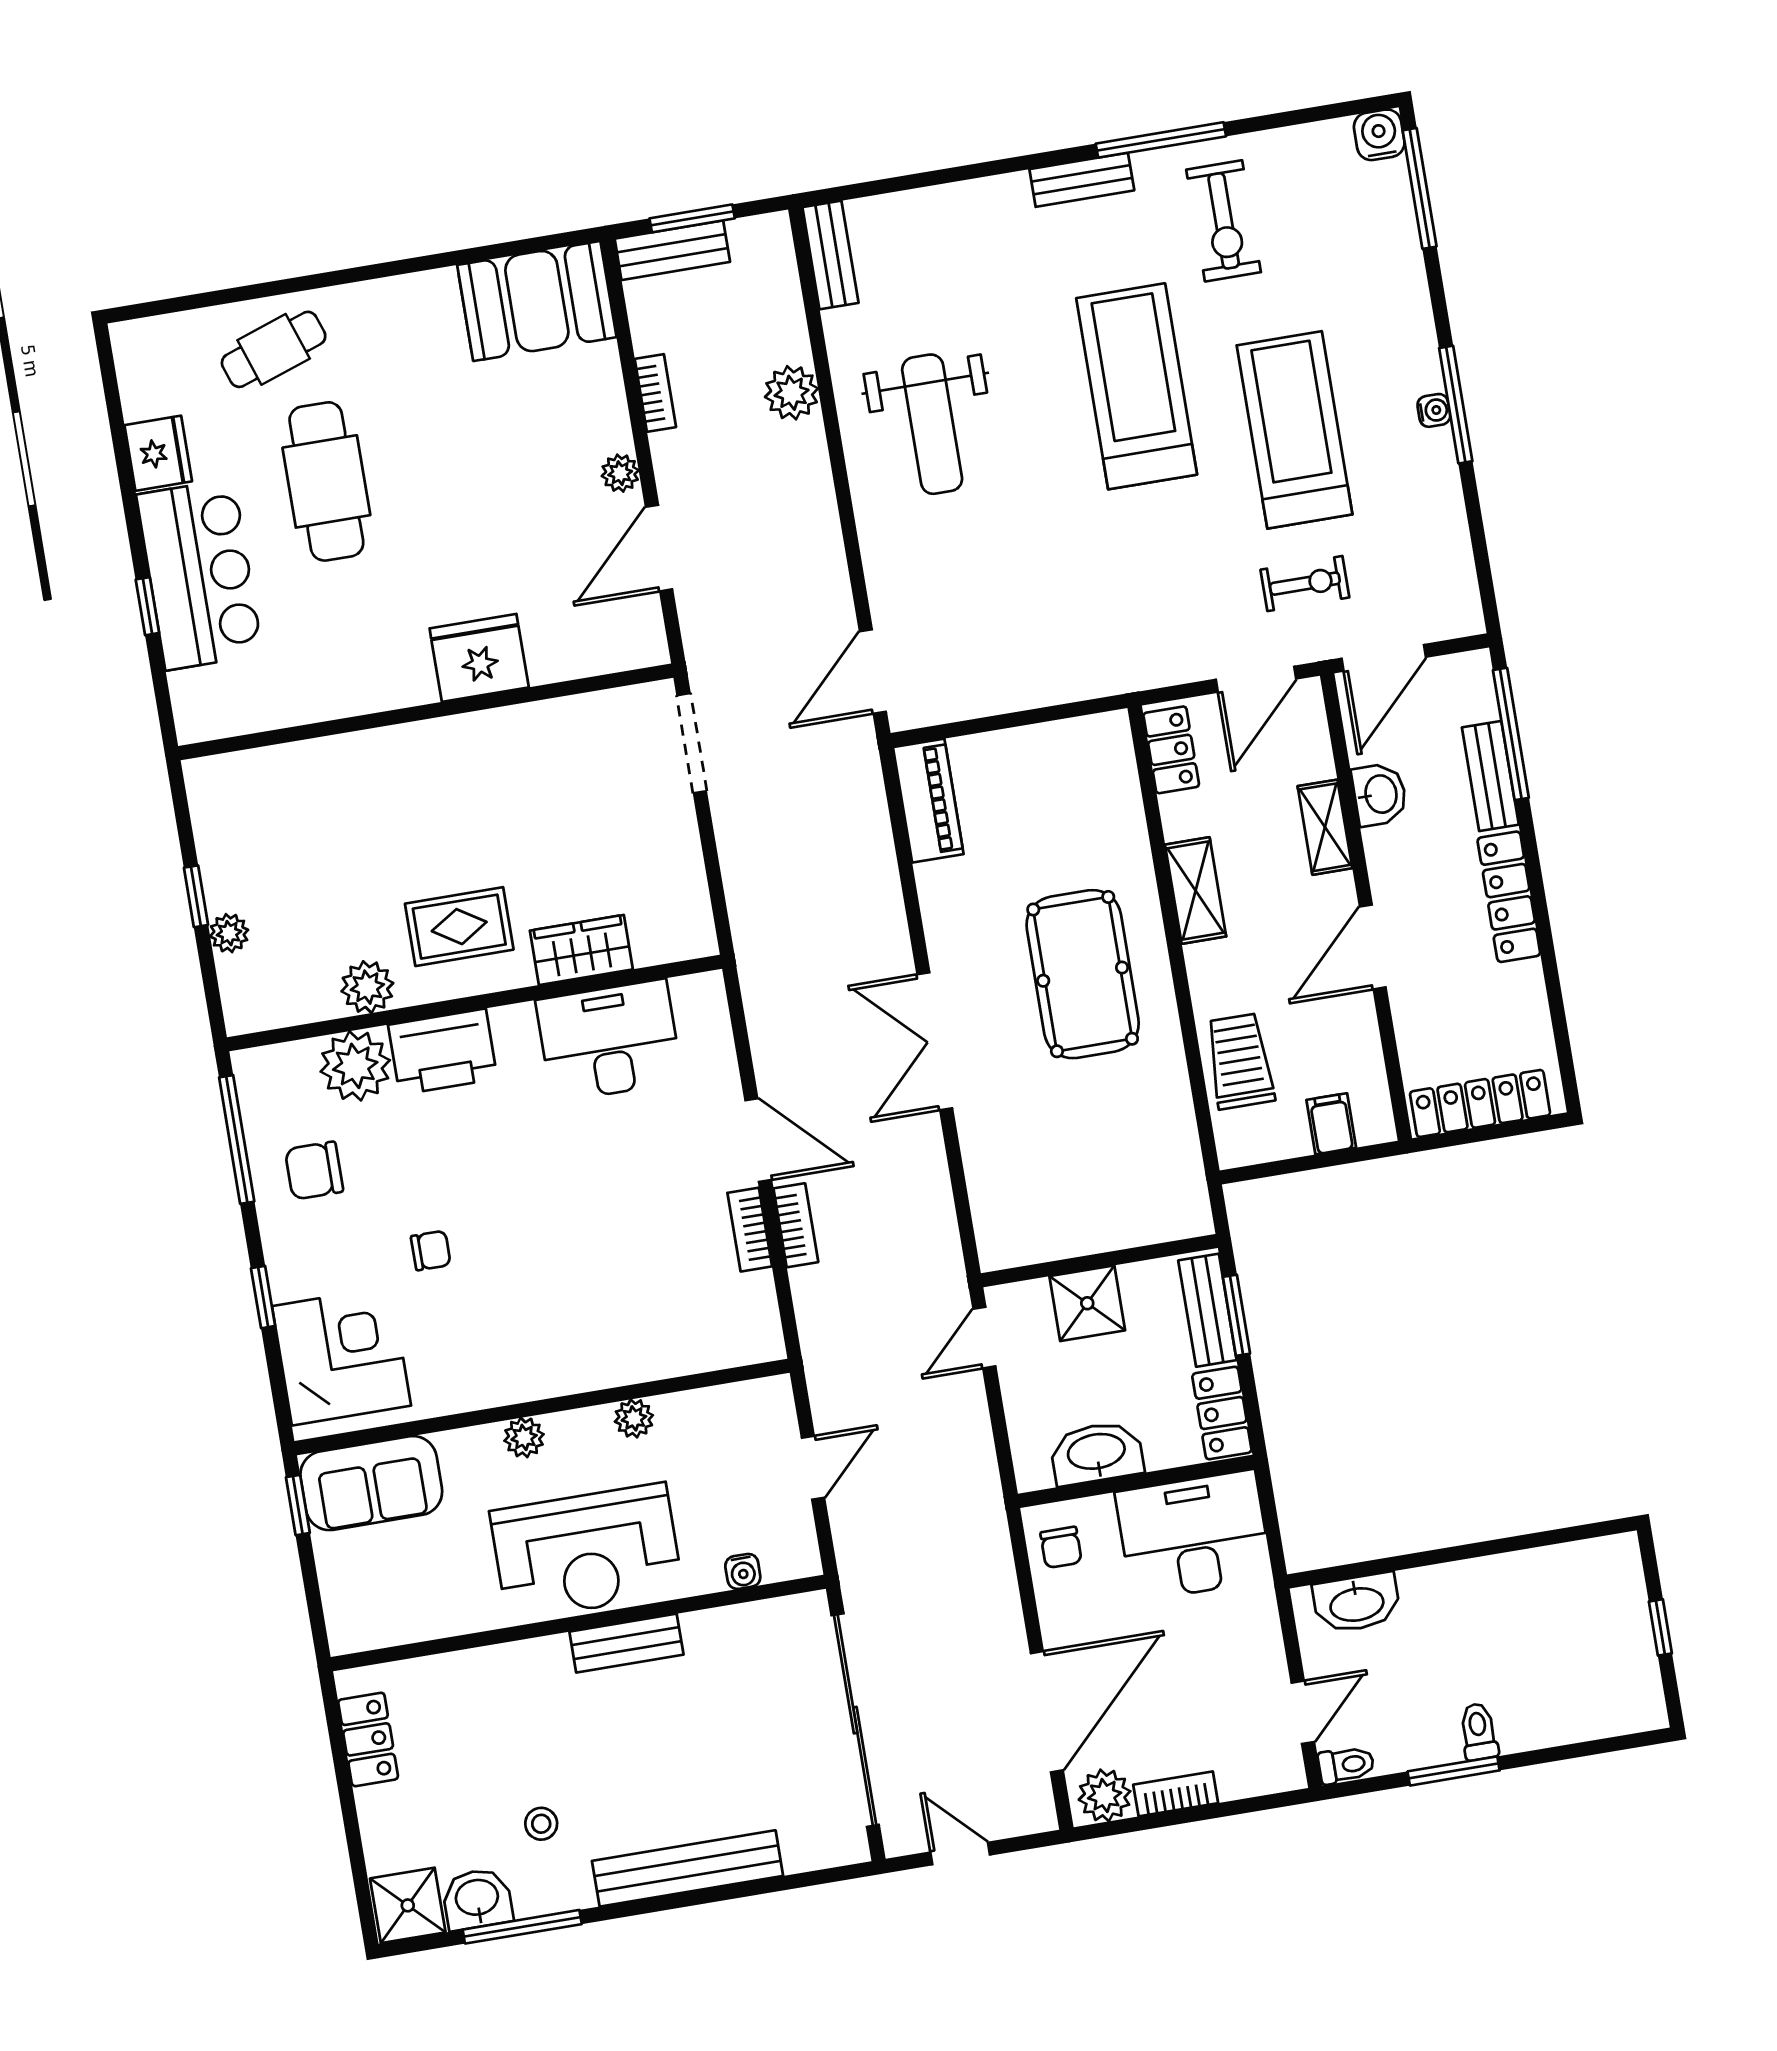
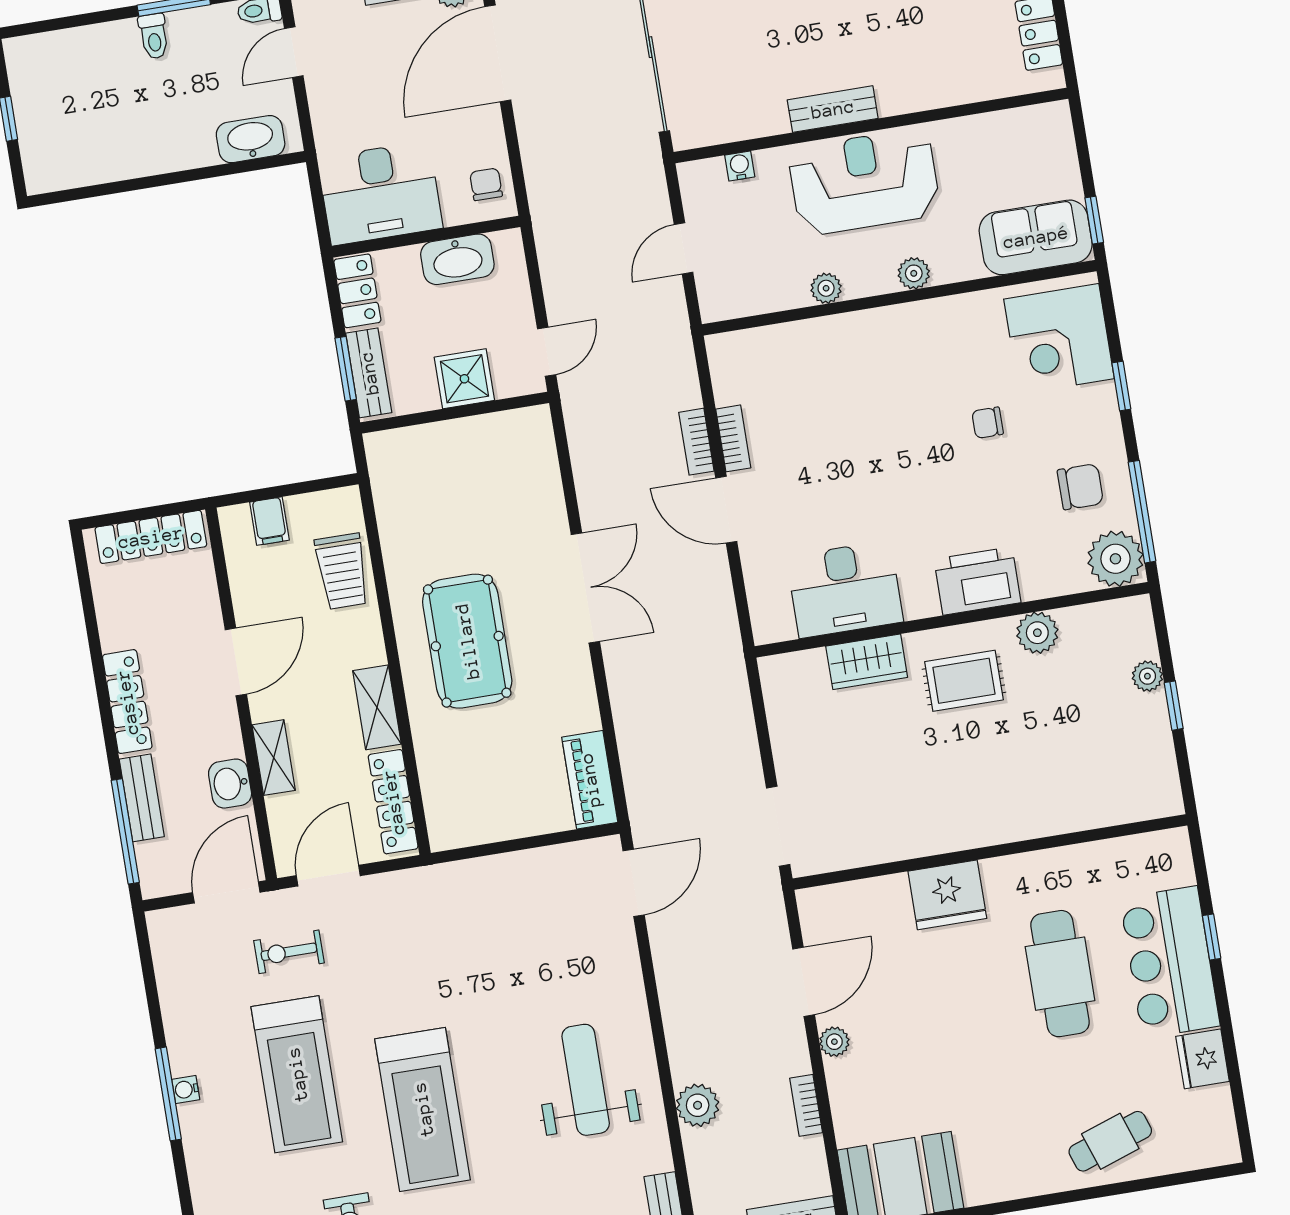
cafe table: (326, 481) -> (1060, 974), moved
locker: (1171, 750) -> (393, 802), width x1.53
plant: (355, 1066) -> (1115, 559), moved

